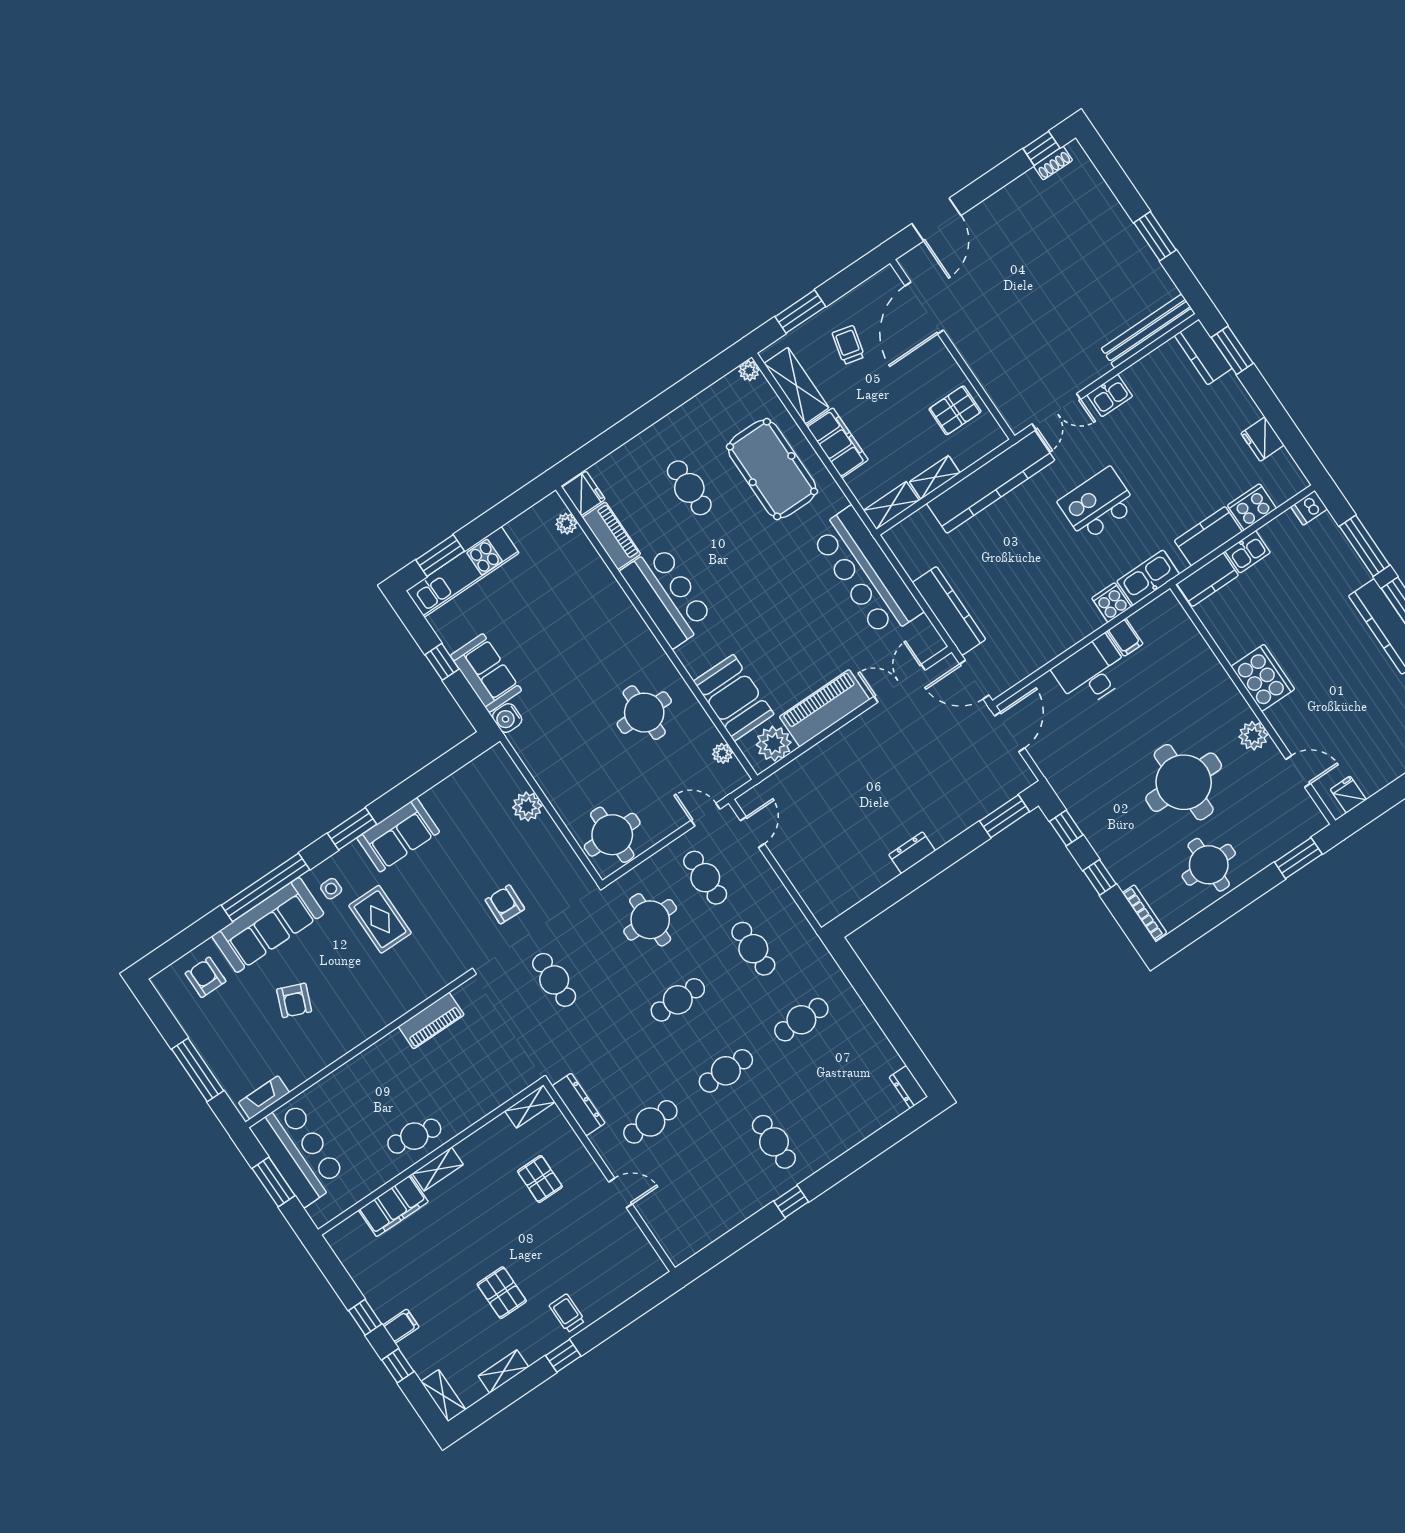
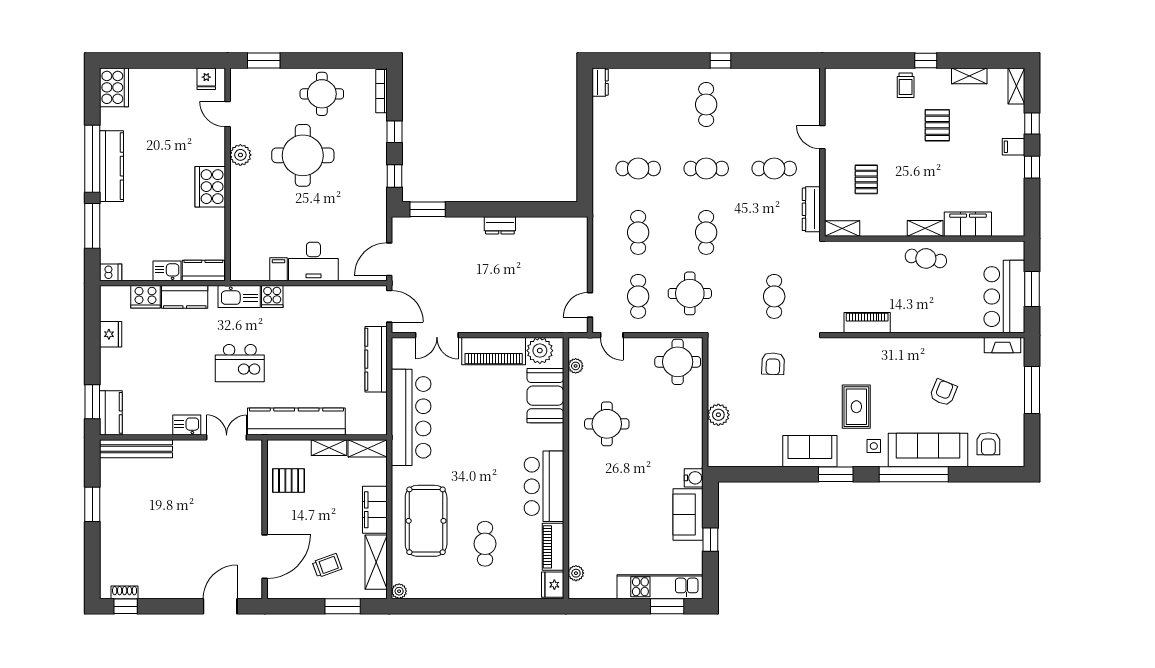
trolley: (848, 345) -> (327, 565), turned -124
cafe table: (678, 1000) -> (706, 232), turned 90

